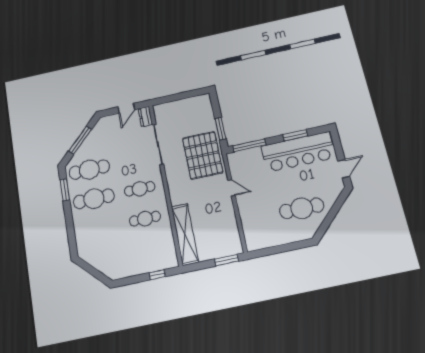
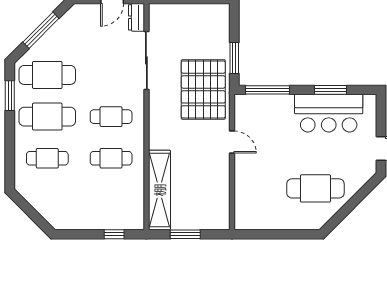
bar counter: (298, 152) -> (329, 113), width x0.73
cafe table: (98, 229) -> (47, 158), added
window: (227, 260) -> (185, 234), moved

